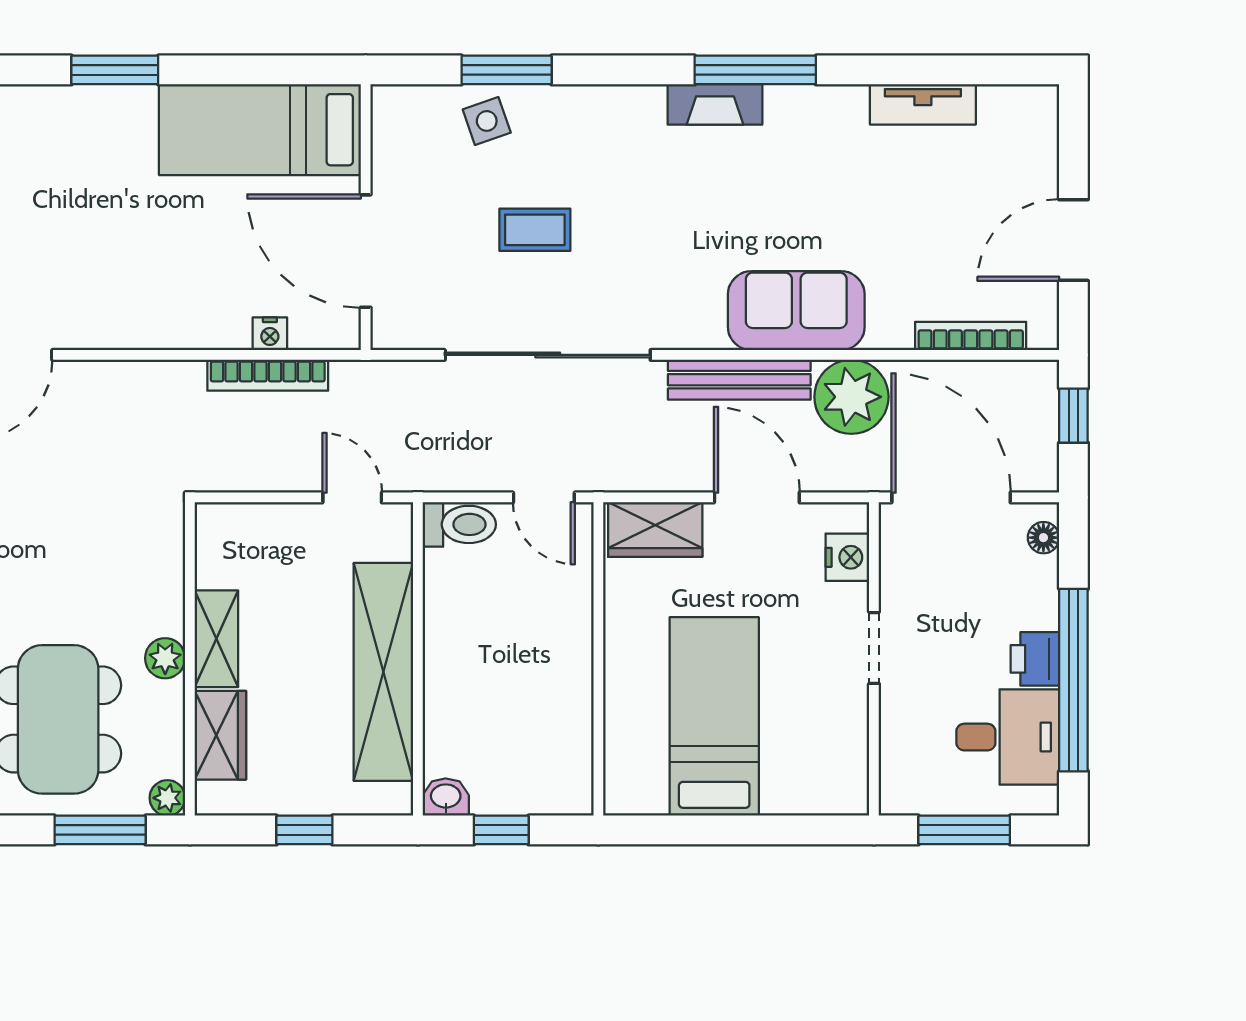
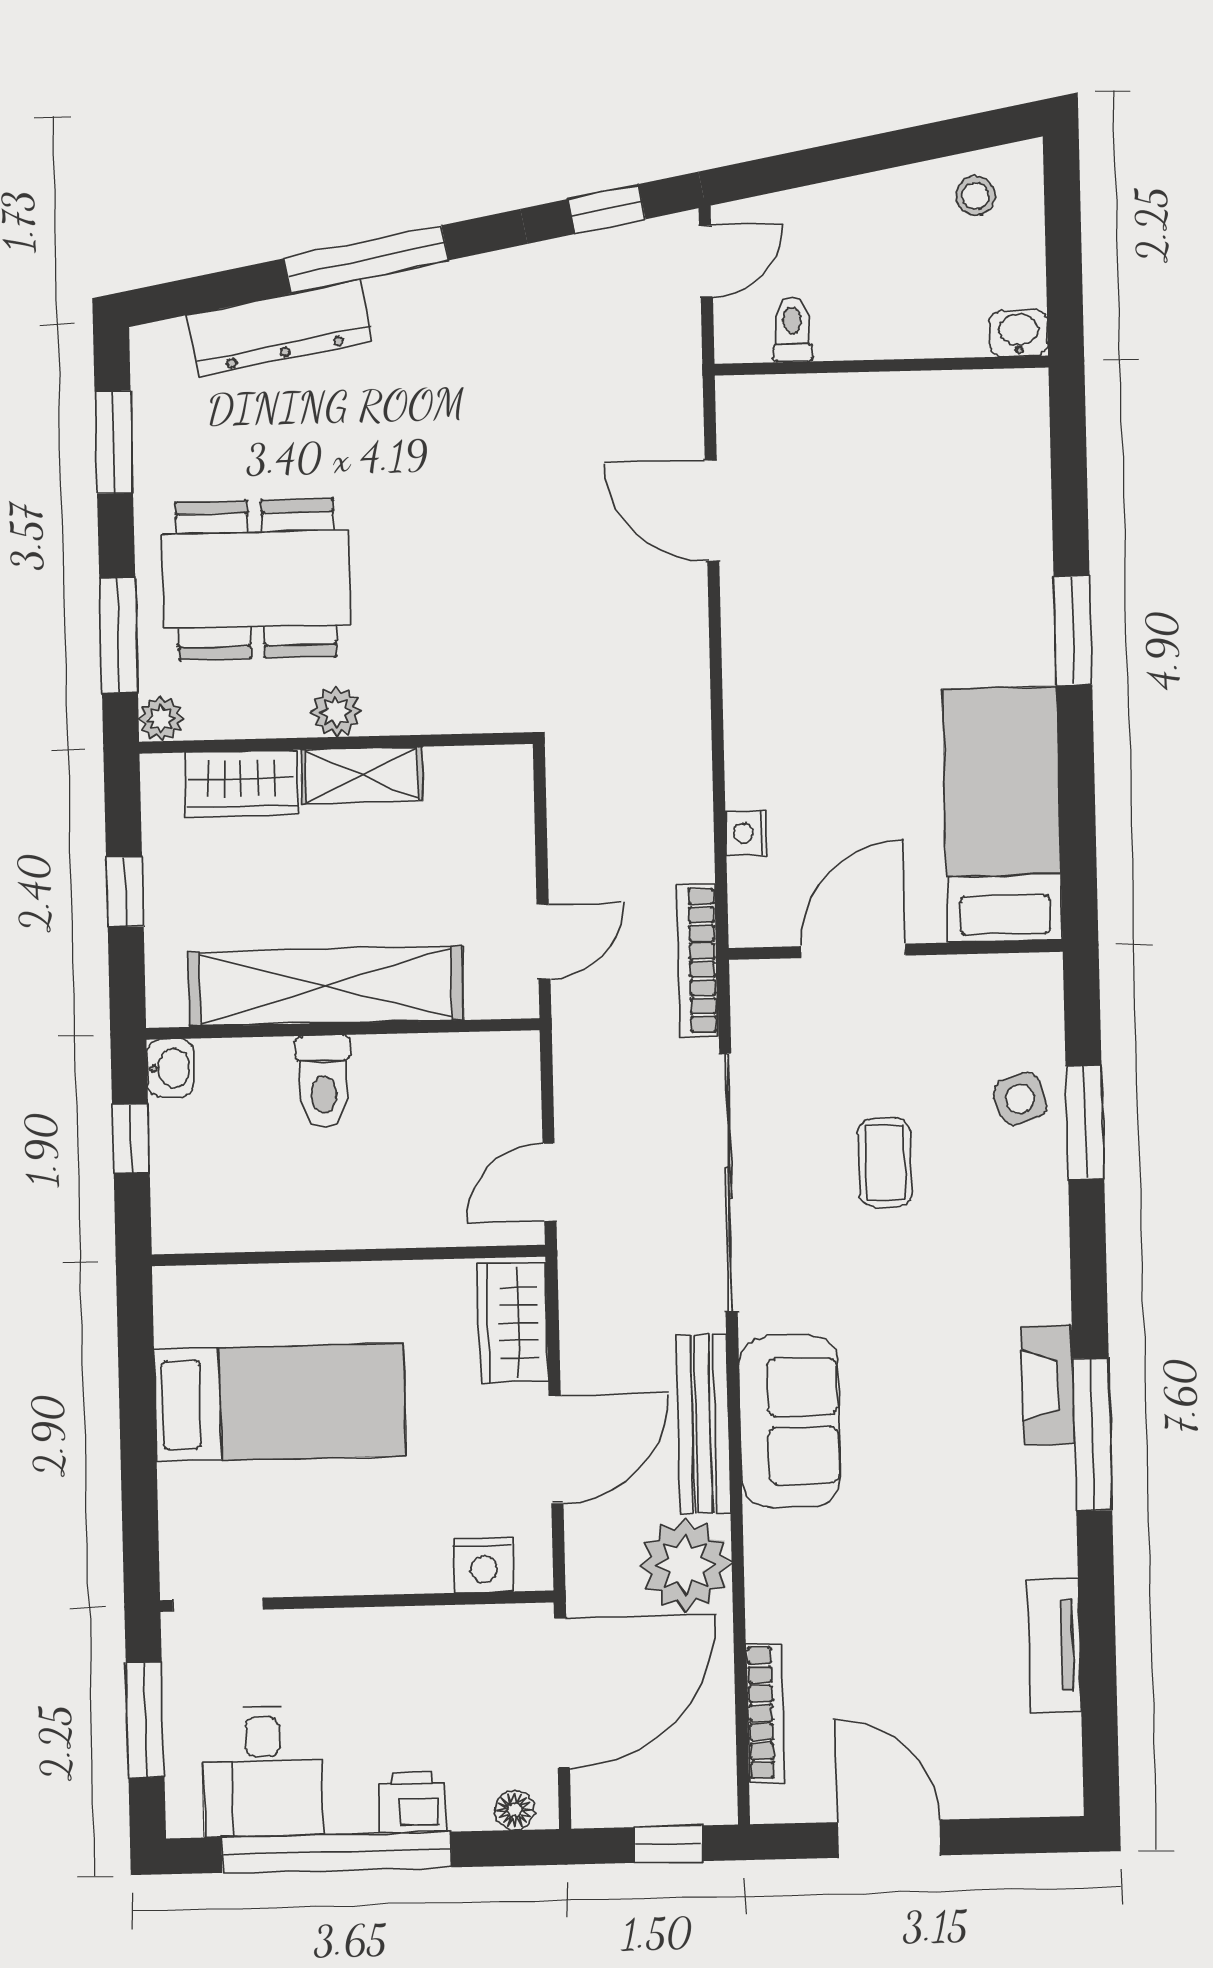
door: (366, 251) -> (853, 951), width x0.73
sofa: (796, 311) -> (790, 1421), moved
bookcase: (268, 375) -> (698, 960), moved
toilet: (459, 524) -> (324, 1081), moved
doorway: (874, 648) -> (218, 1605), moved
printer: (1035, 659) -> (412, 1802), moved

